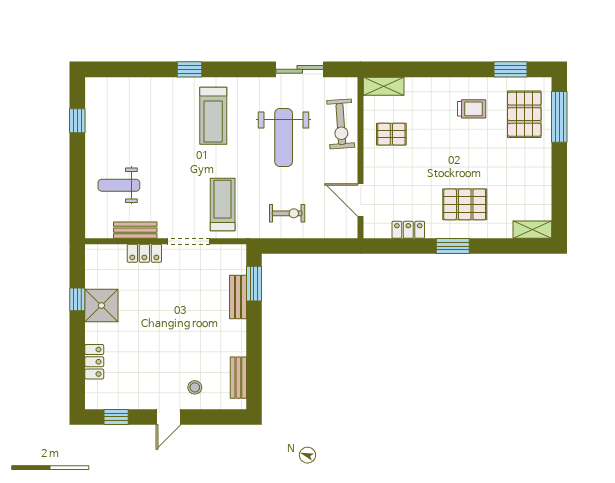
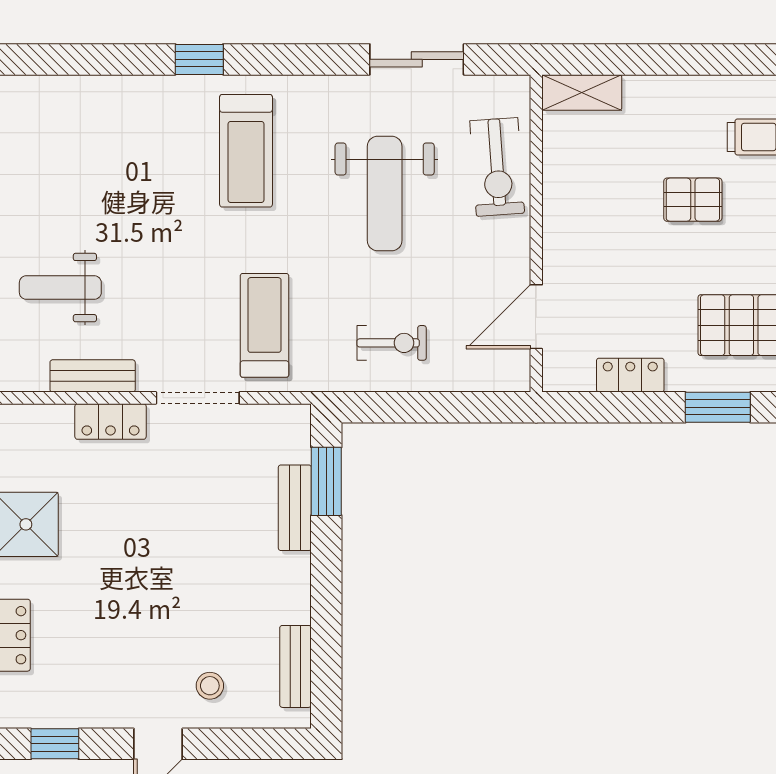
pallet: (391, 134) -> (693, 200), moved
door: (361, 200) -> (536, 317), hinge flipped

